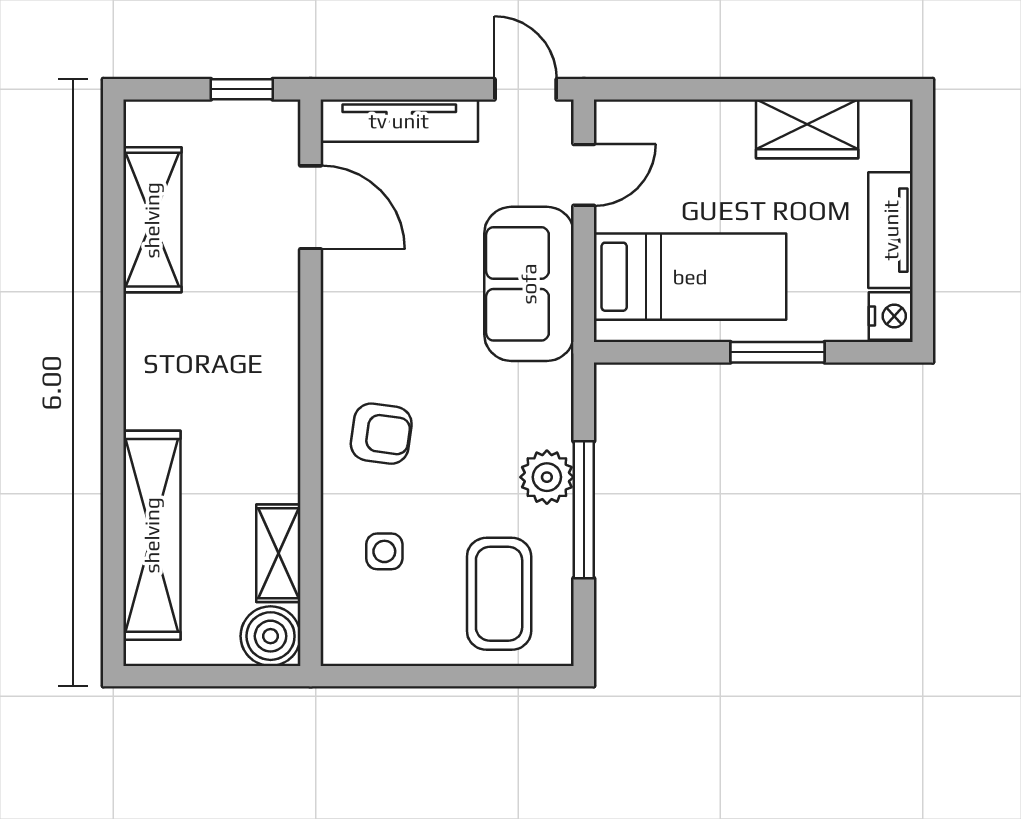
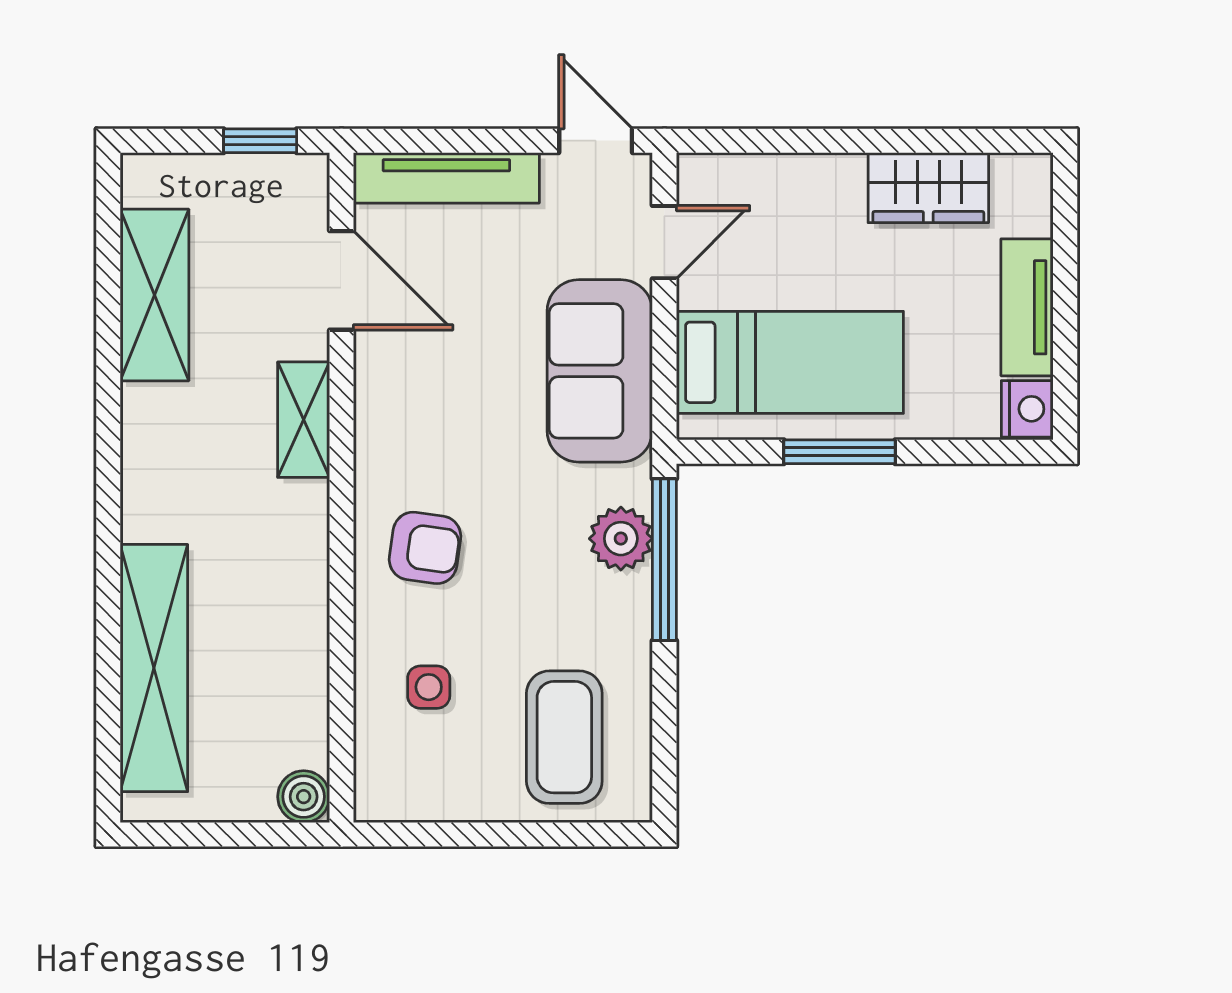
window: (778, 352) -> (839, 452), moved
plant: (547, 477) -> (621, 539), moved
window: (584, 510) -> (664, 560), moved
shelving: (278, 553) -> (304, 420), moved
boiler: (271, 636) -> (304, 797), width x0.73, depth x0.73

